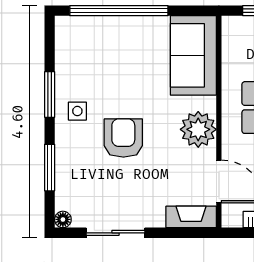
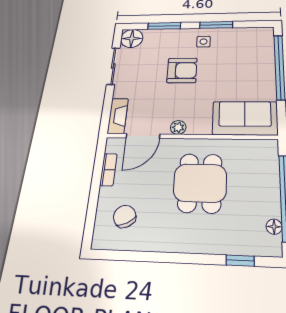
plant: (198, 129) -> (178, 127), width x0.53, depth x0.53
floor lamp: (63, 219) -> (132, 38), width x1.89, depth x1.89

